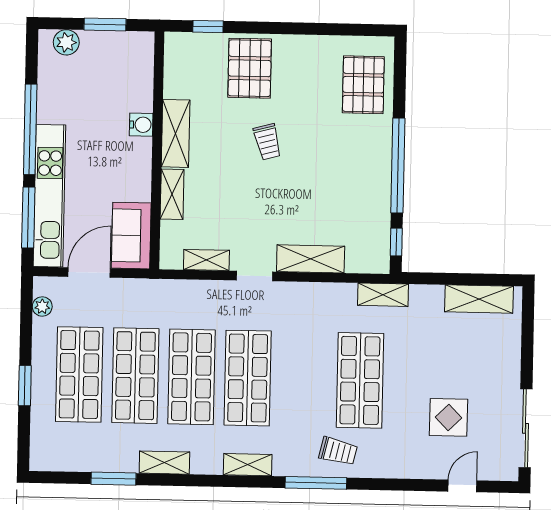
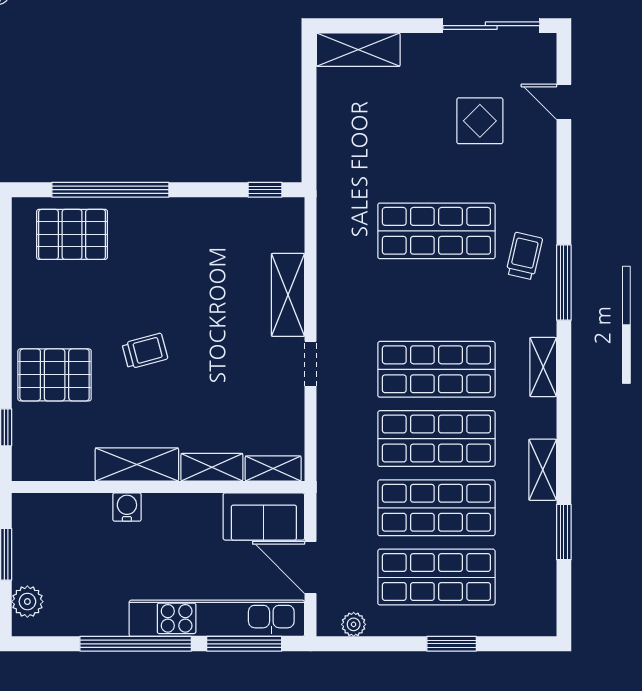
window: (398, 165) -> (110, 190), moved
shelving: (206, 260) -> (273, 469), moved, turned 90
shelving: (383, 295) -> (330, 205), removed
shelving: (479, 299) -> (358, 50), moved, turned 90

